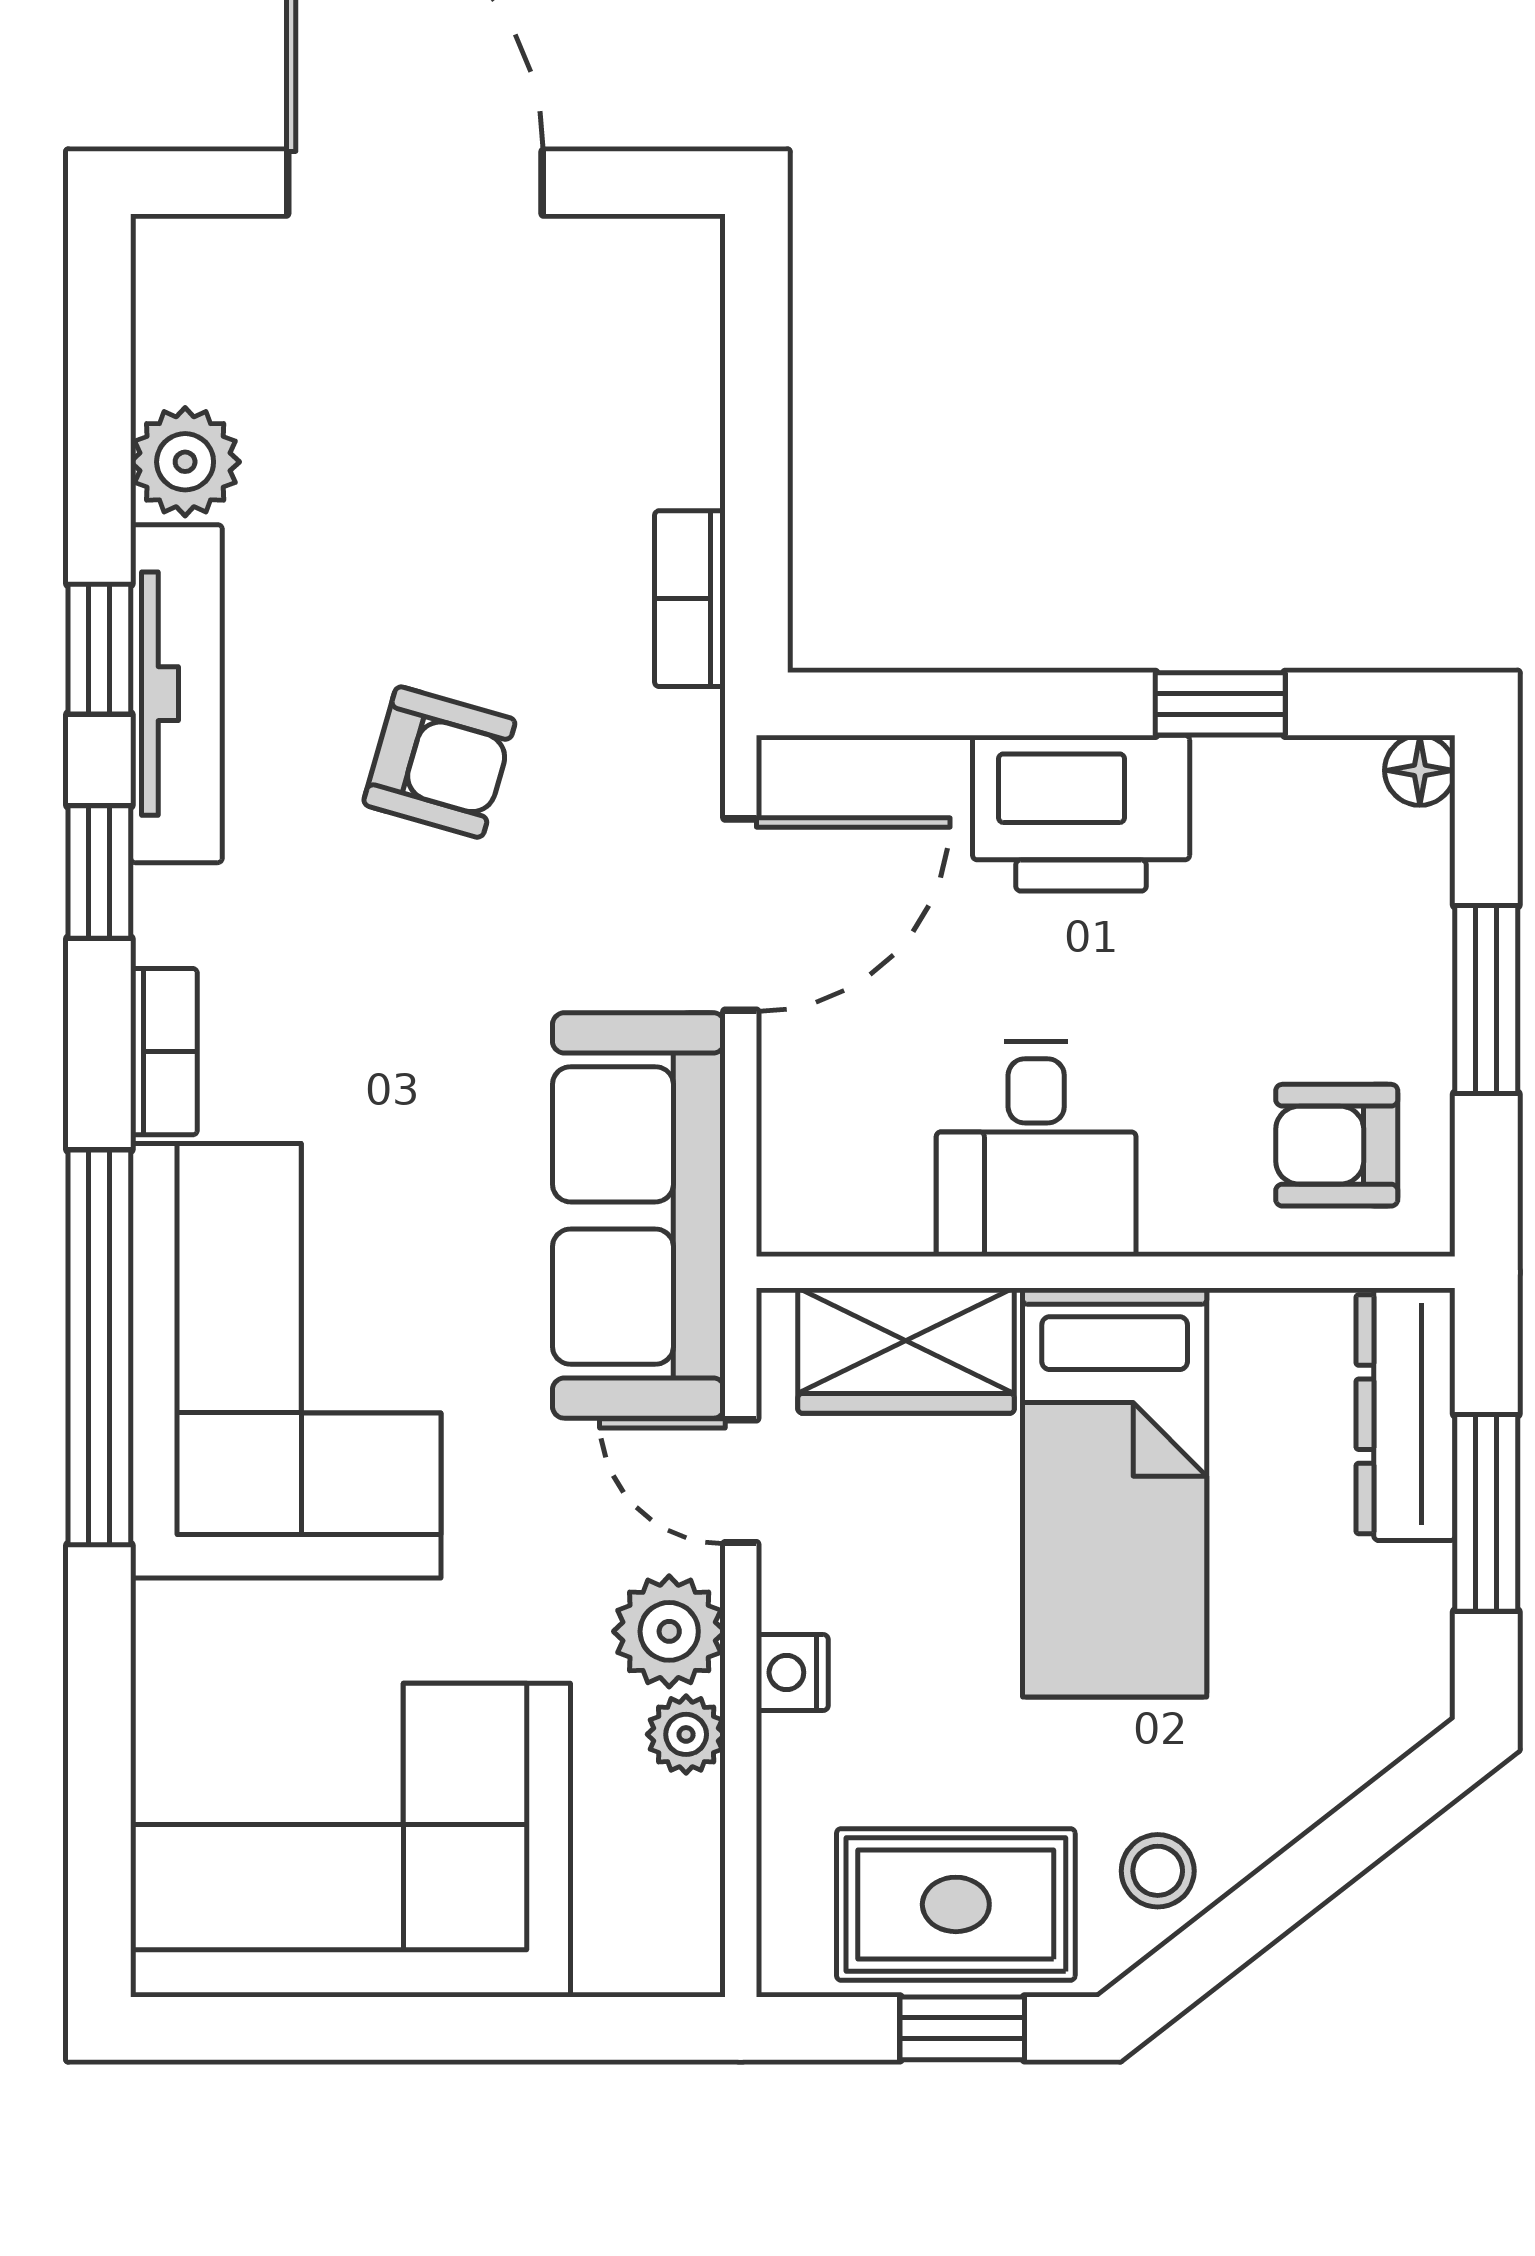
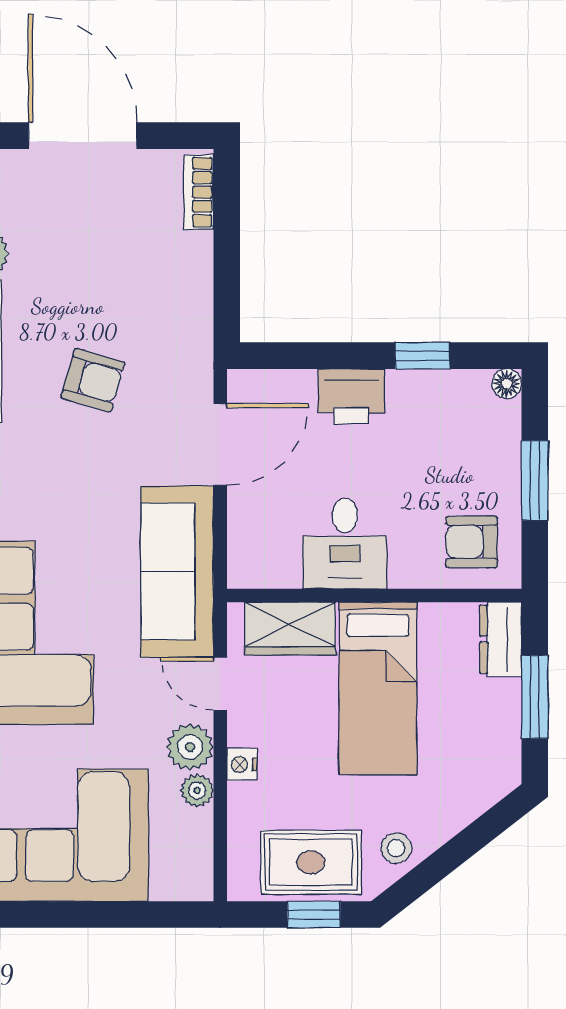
bookcase: (690, 599) -> (199, 192), moved
printer: (1081, 813) -> (351, 396), width x0.73, depth x0.84
dresser: (1406, 1414) -> (501, 639), width x0.70

